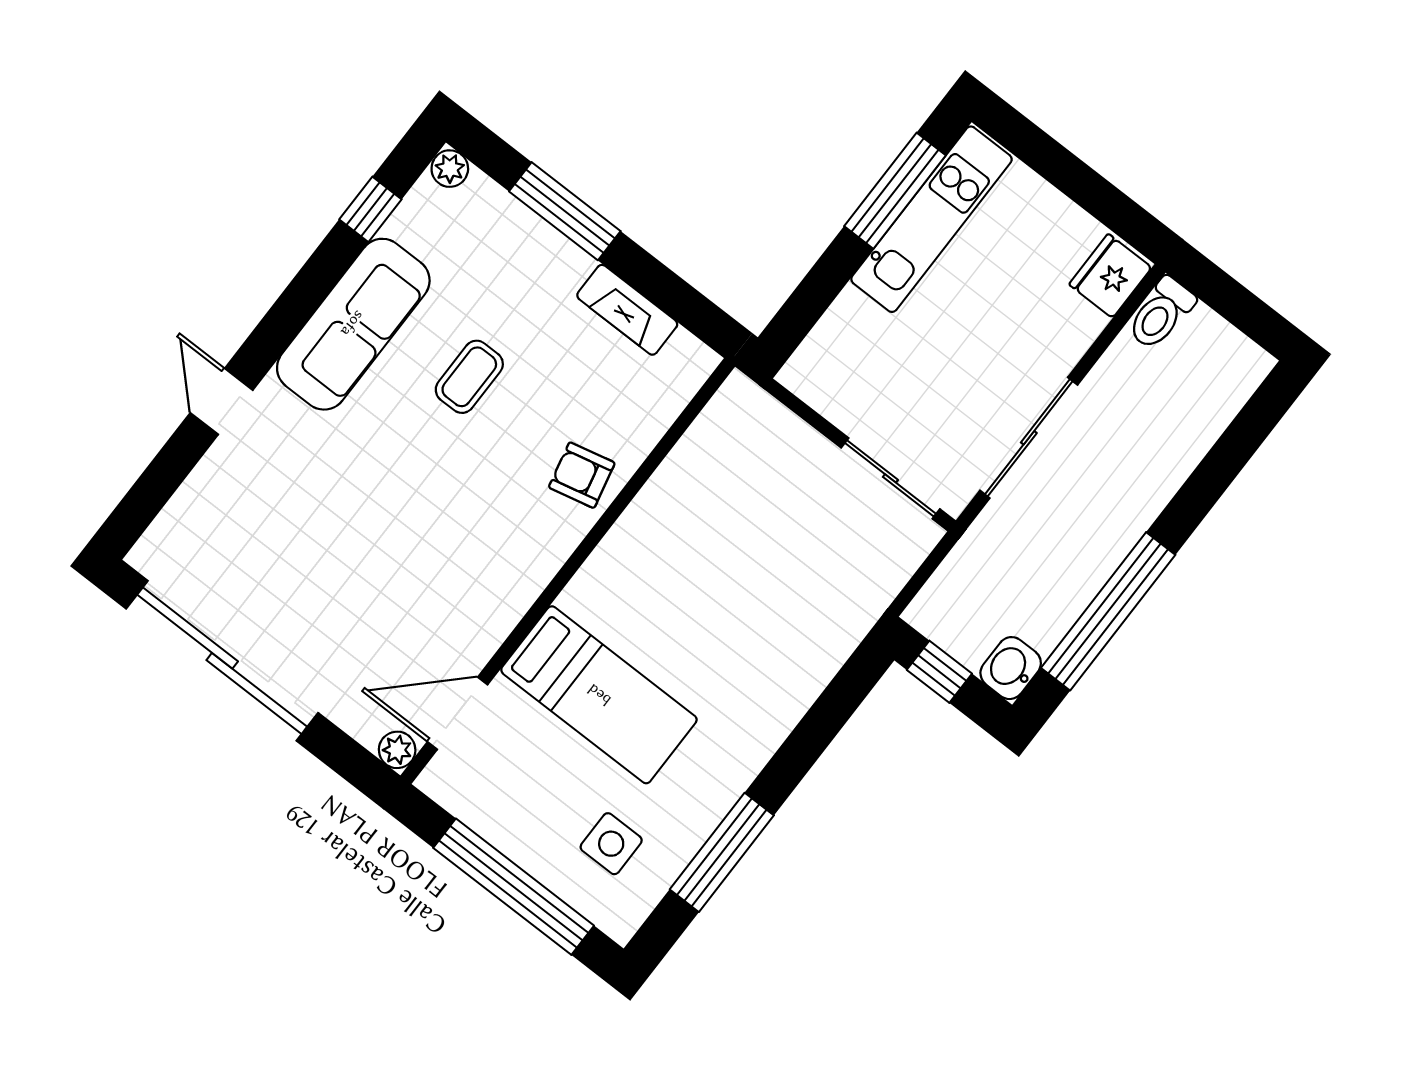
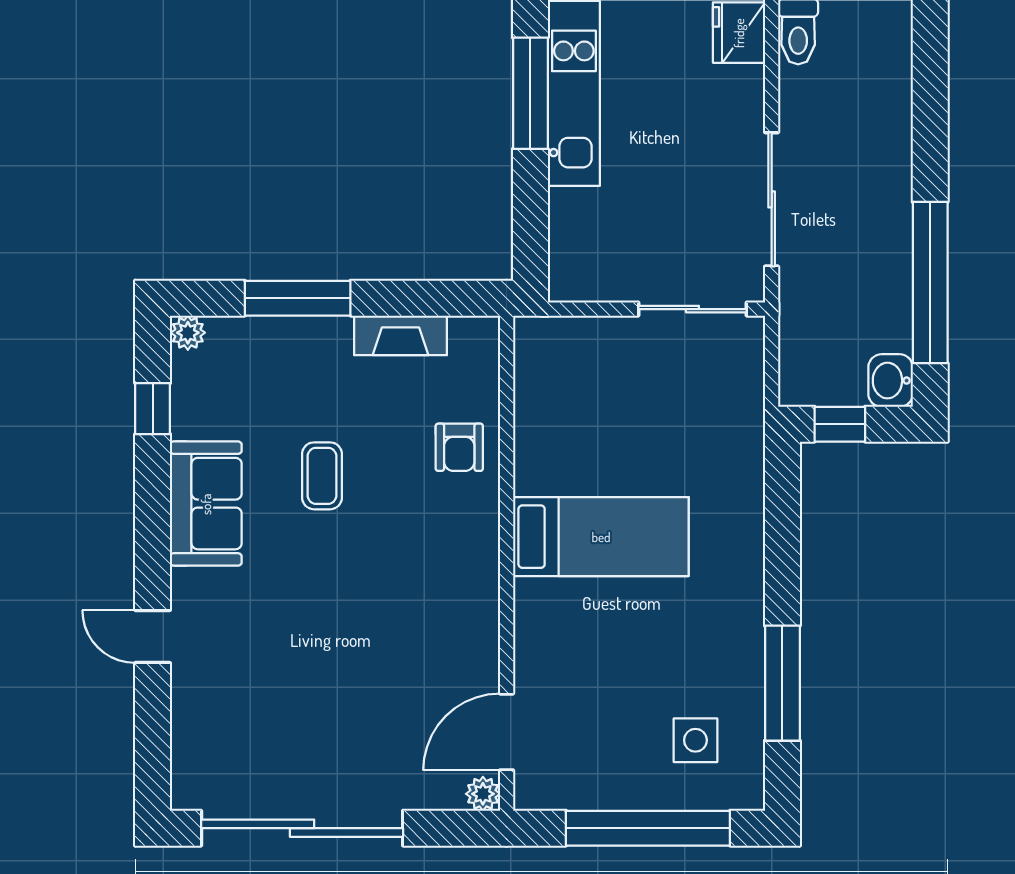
sofa: (353, 324) -> (206, 504), width x0.73
armchair: (582, 475) -> (459, 447), moved, turned -77
bed: (599, 695) -> (601, 537), moved

